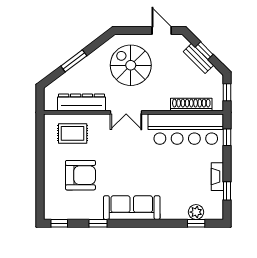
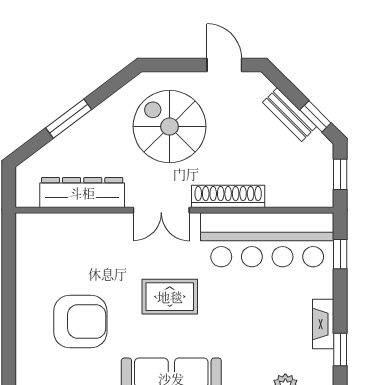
window: (204, 51) -> (315, 116), moved
shoe rack: (191, 105) -> (228, 196), moved
rug: (73, 133) -> (170, 297), moved

